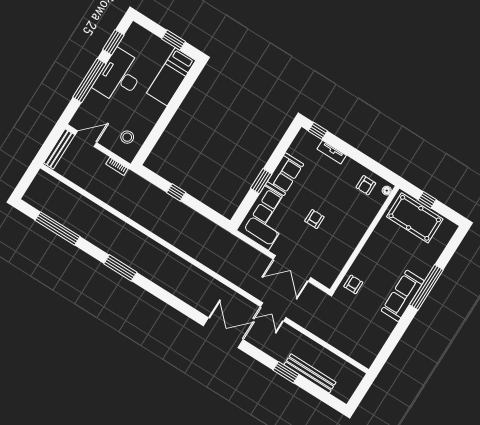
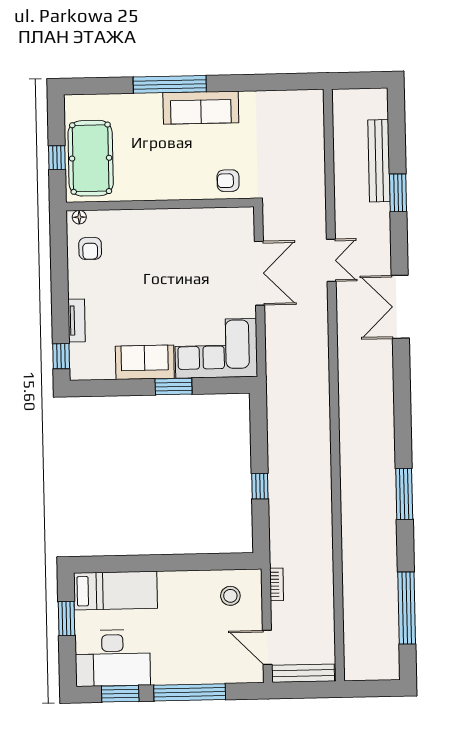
desk: (119, 77) -> (113, 658), moved
armchair: (366, 185) -> (90, 248), turned 90
armchair: (314, 219) -> (177, 286), removed

